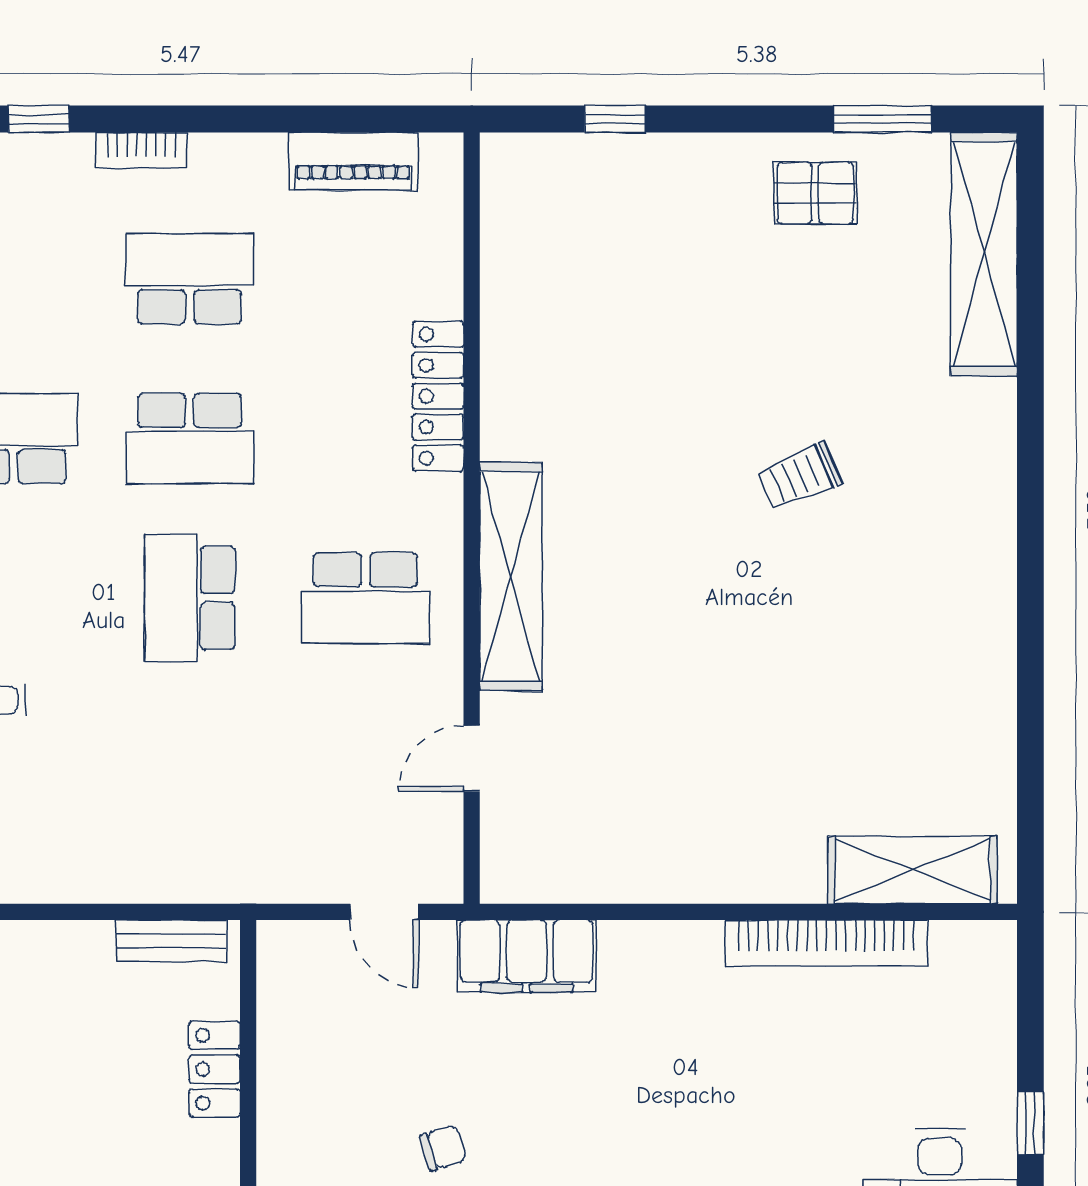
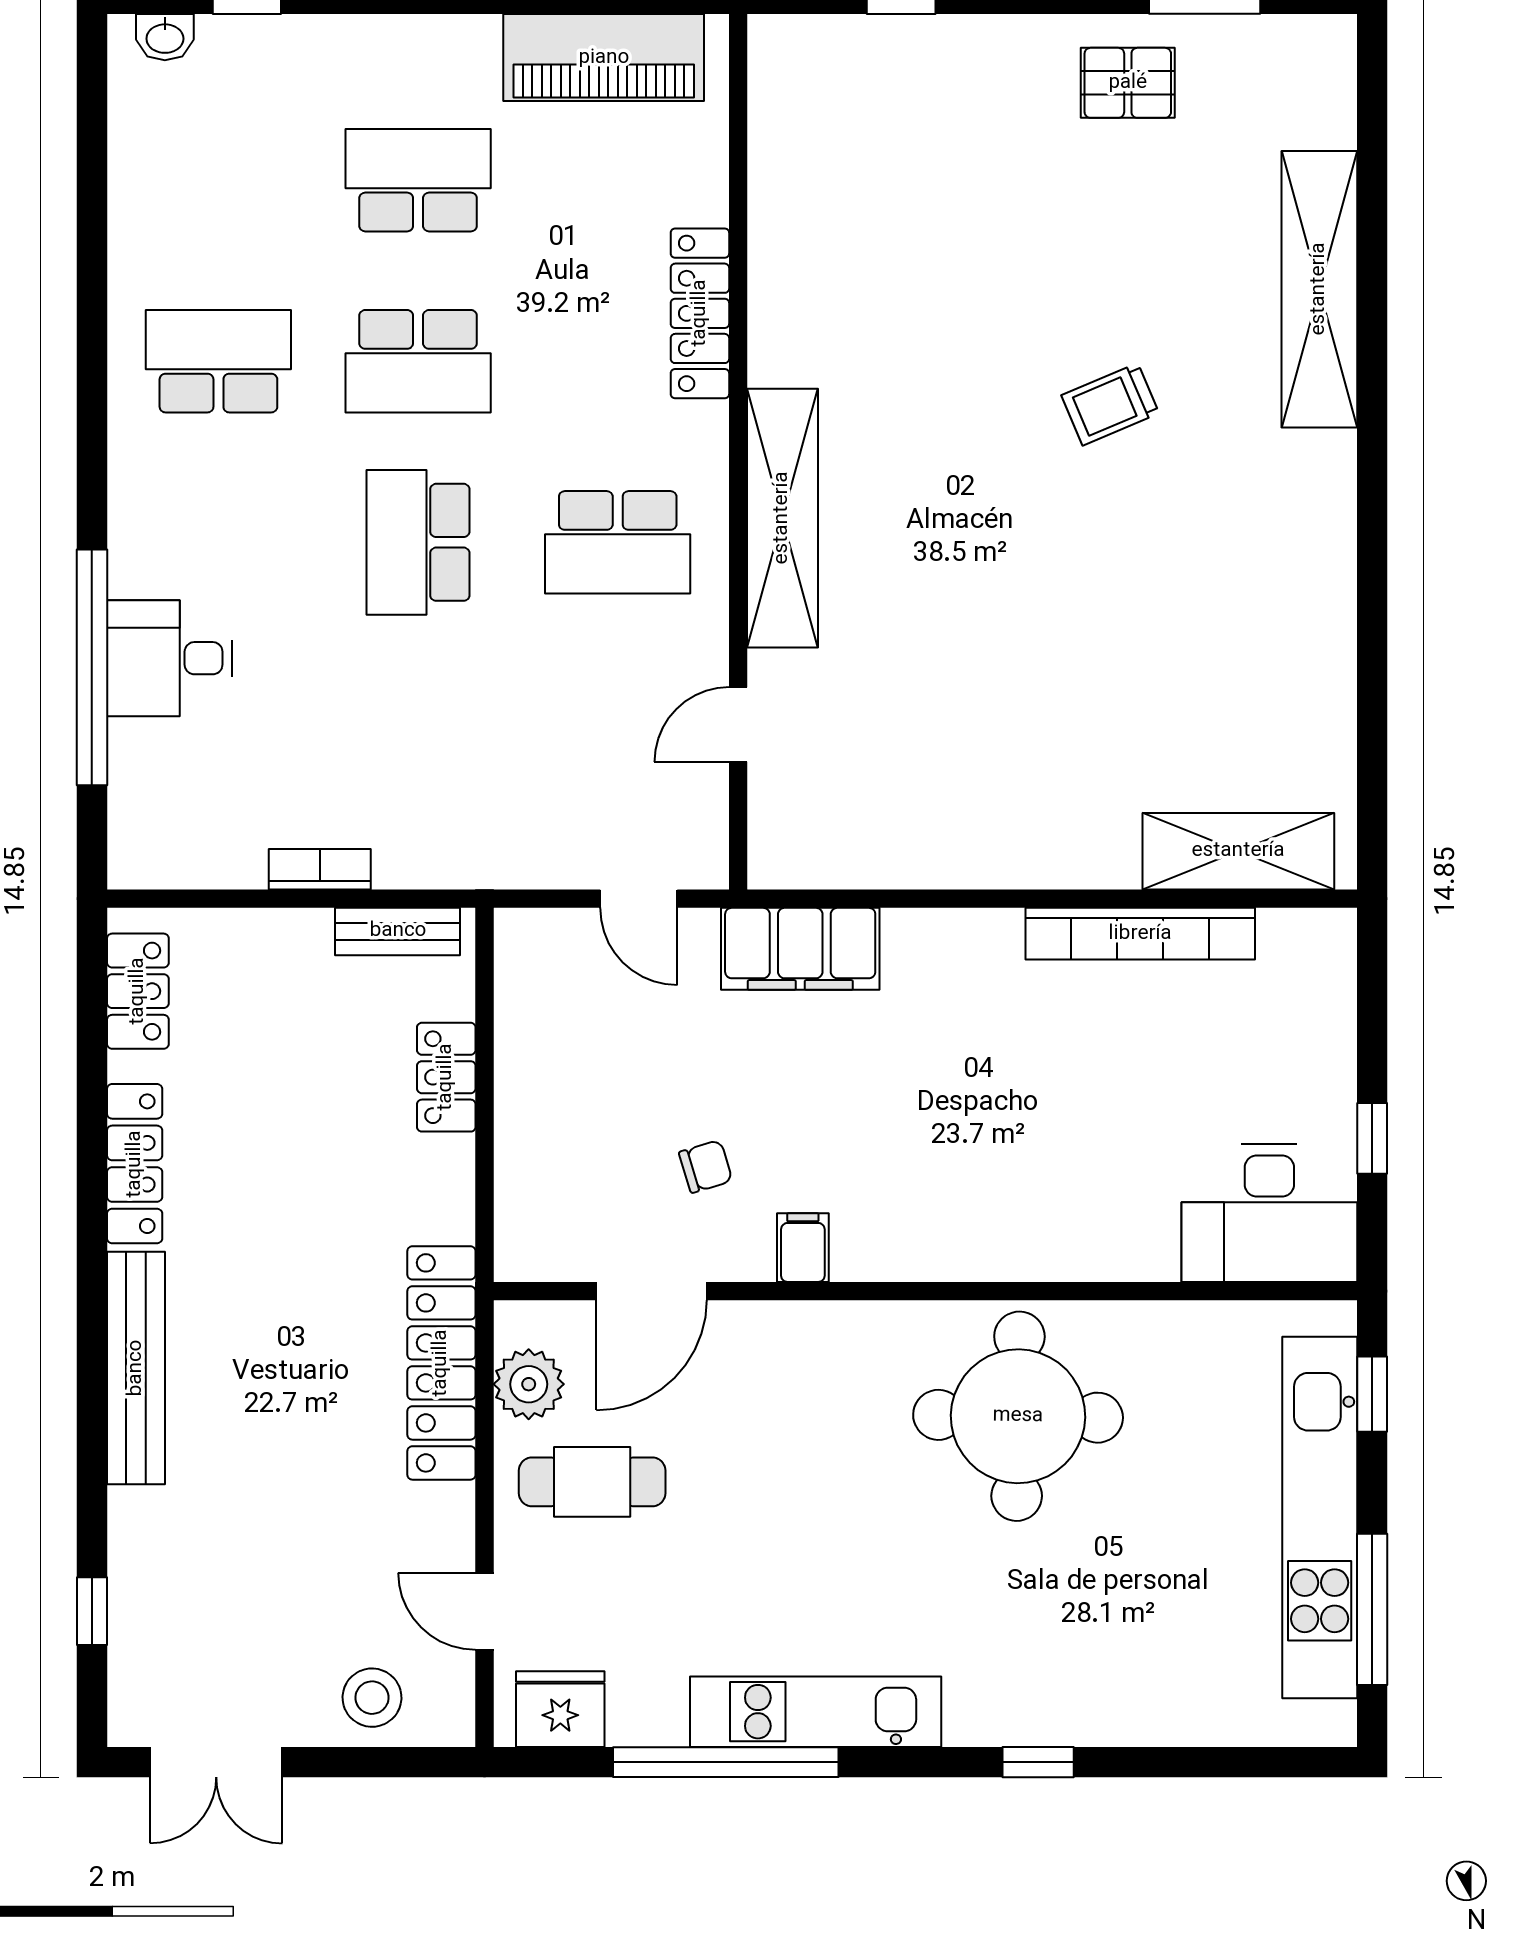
bookcase: (142, 150) -> (320, 869), moved, turned 180
piano: (353, 161) -> (604, 58), width x1.37, depth x1.33
shelving: (984, 254) -> (1319, 289), moved

